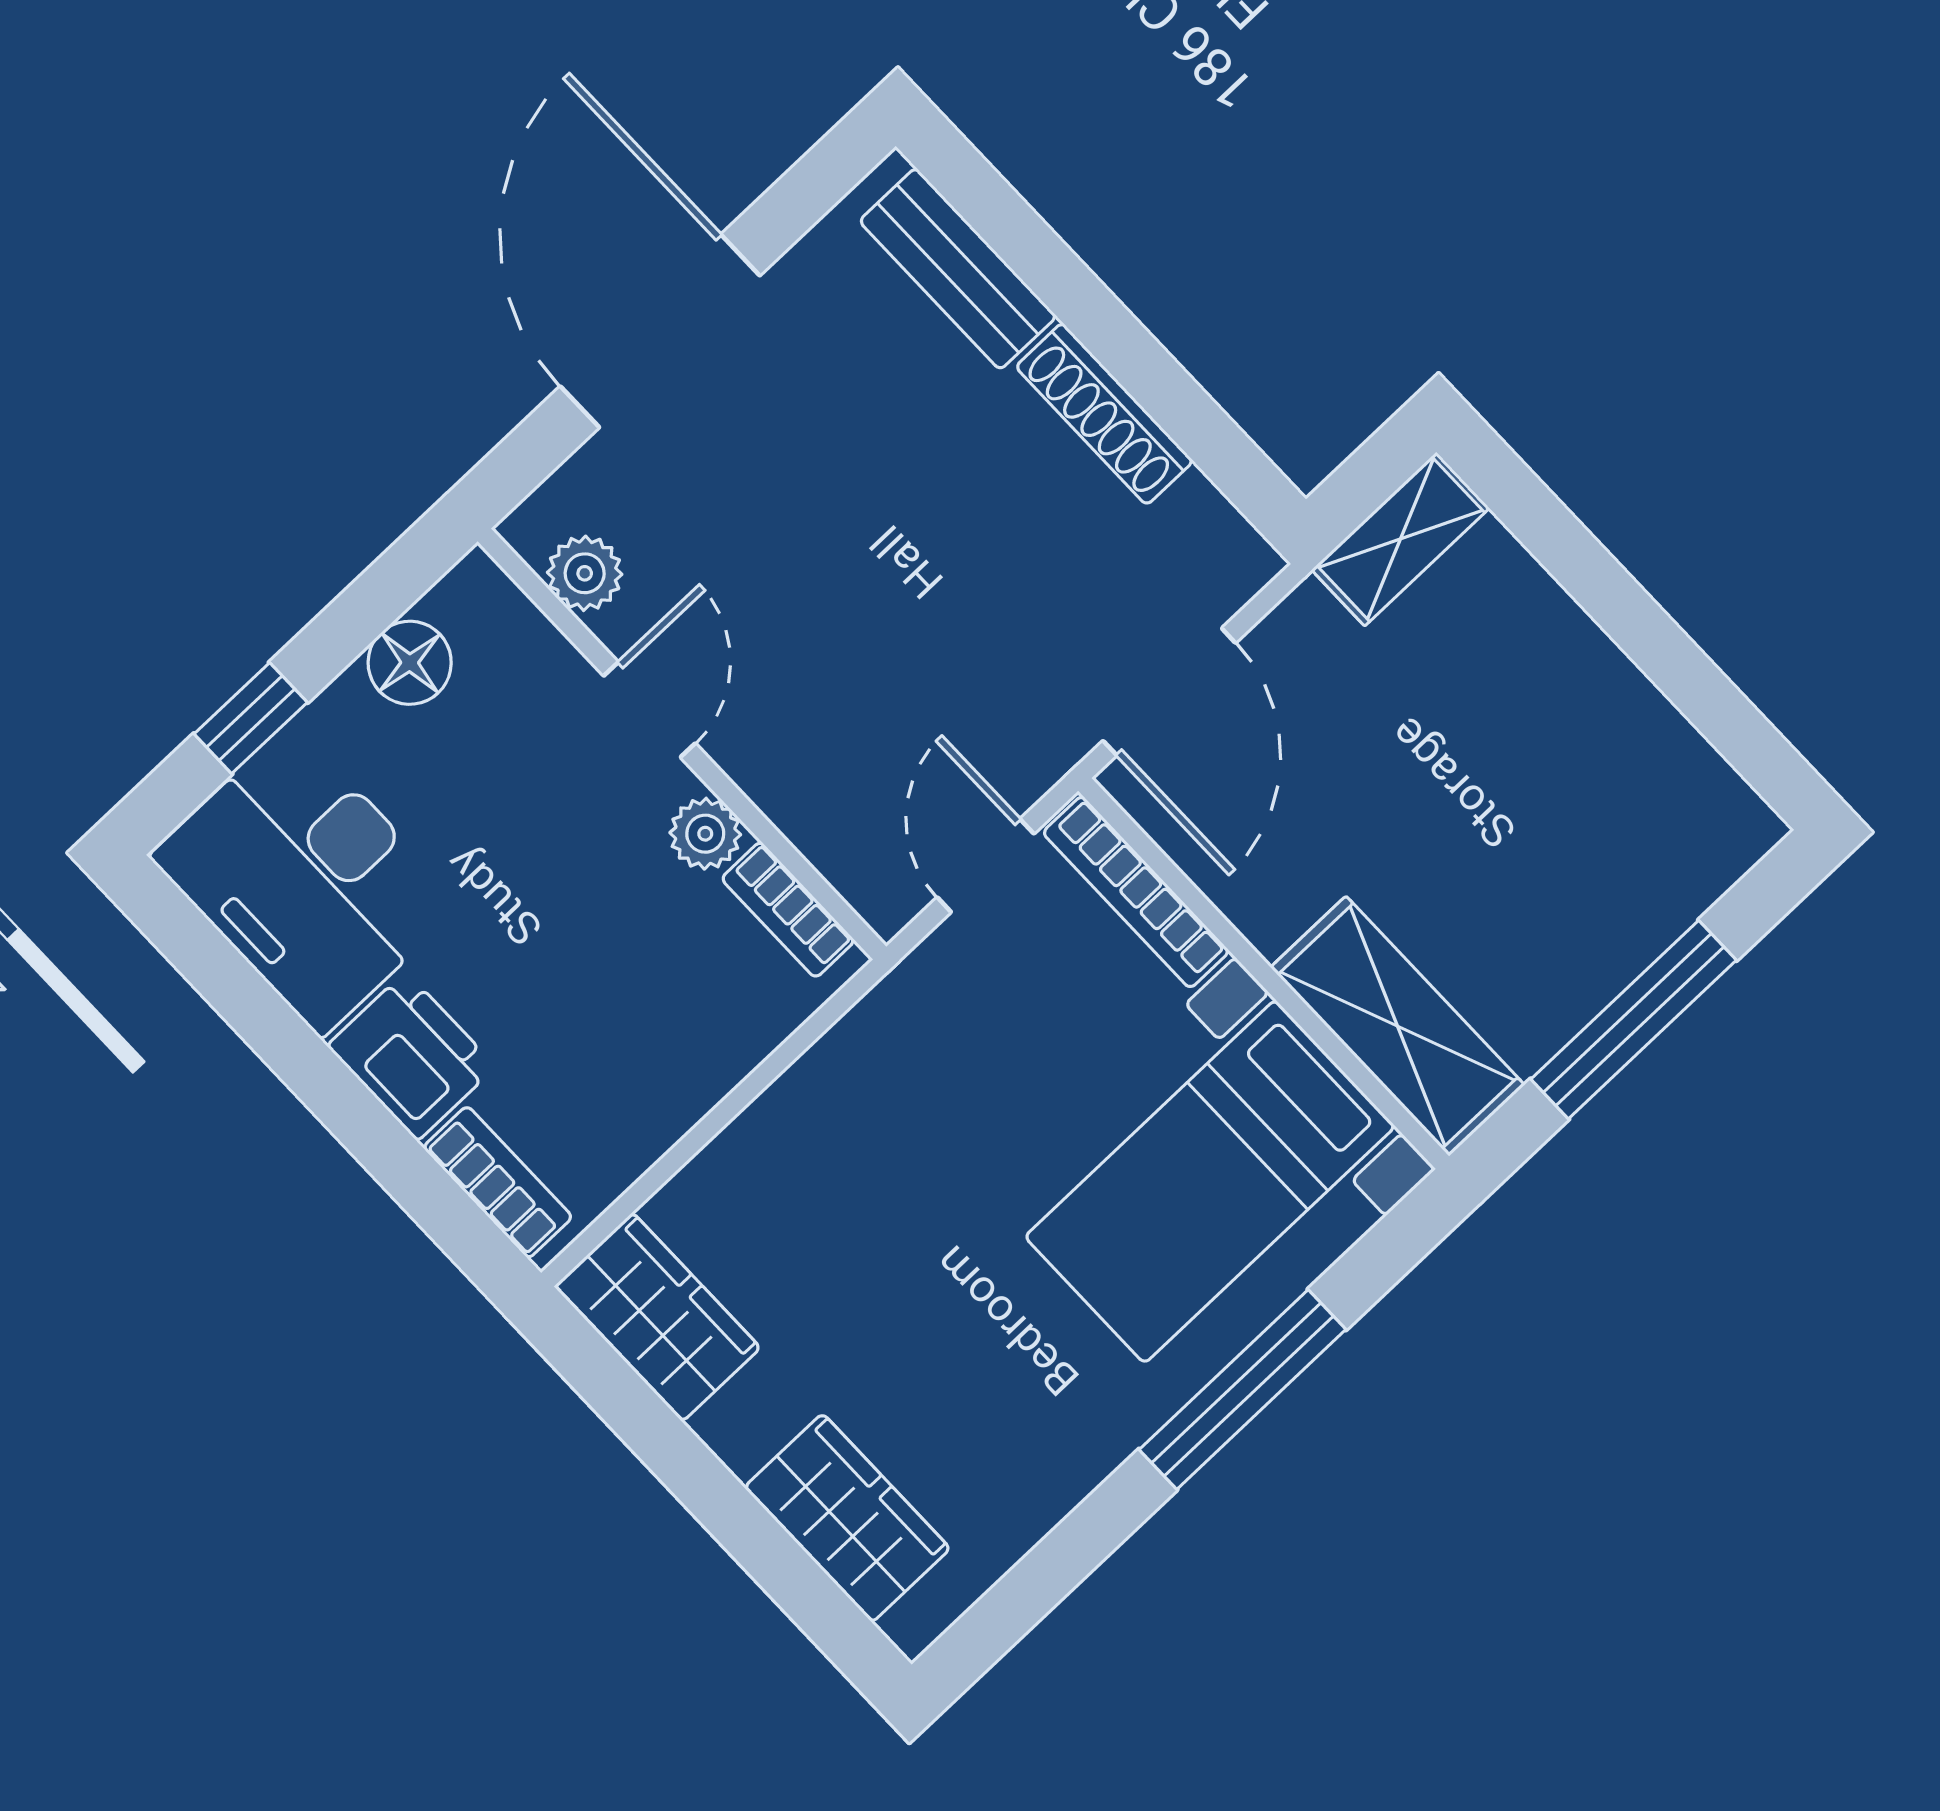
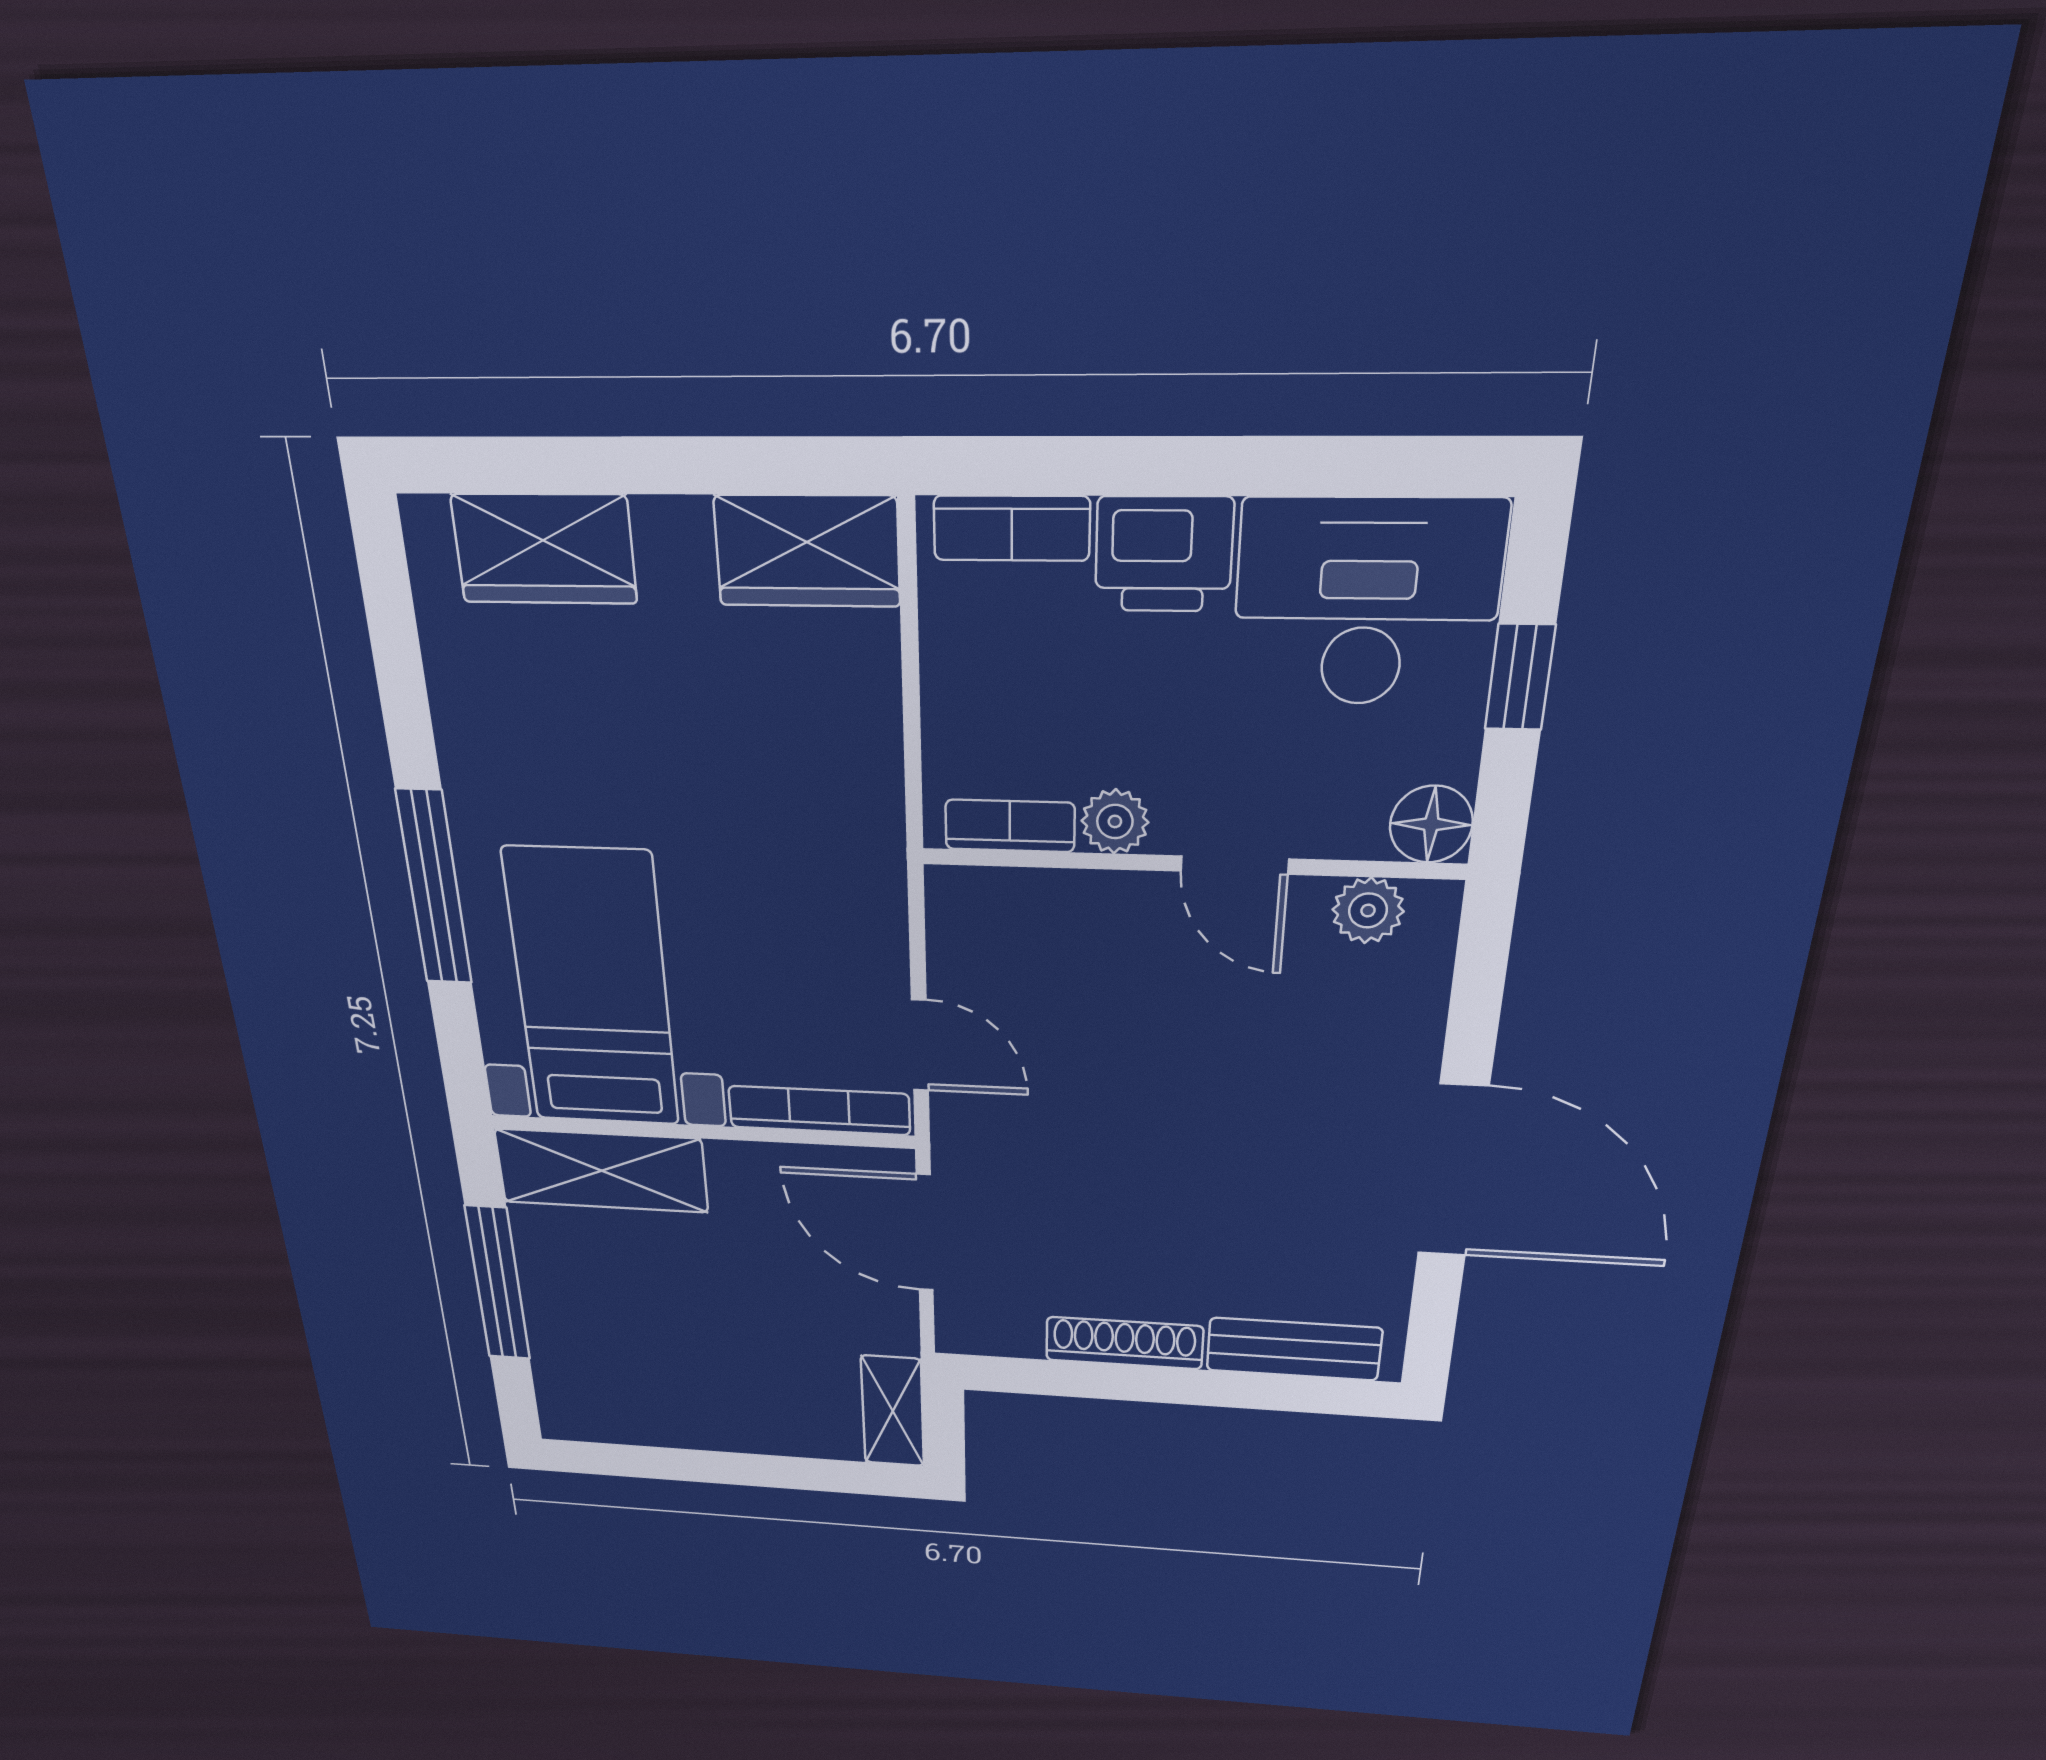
plant: (585, 573) -> (1368, 910), moved
door: (649, 710) -> (1235, 865), moved
wall: (682, 744) -> (1190, 864), moved
plant: (705, 834) -> (1115, 821), moved
bookcase: (788, 910) -> (1010, 826), moved

